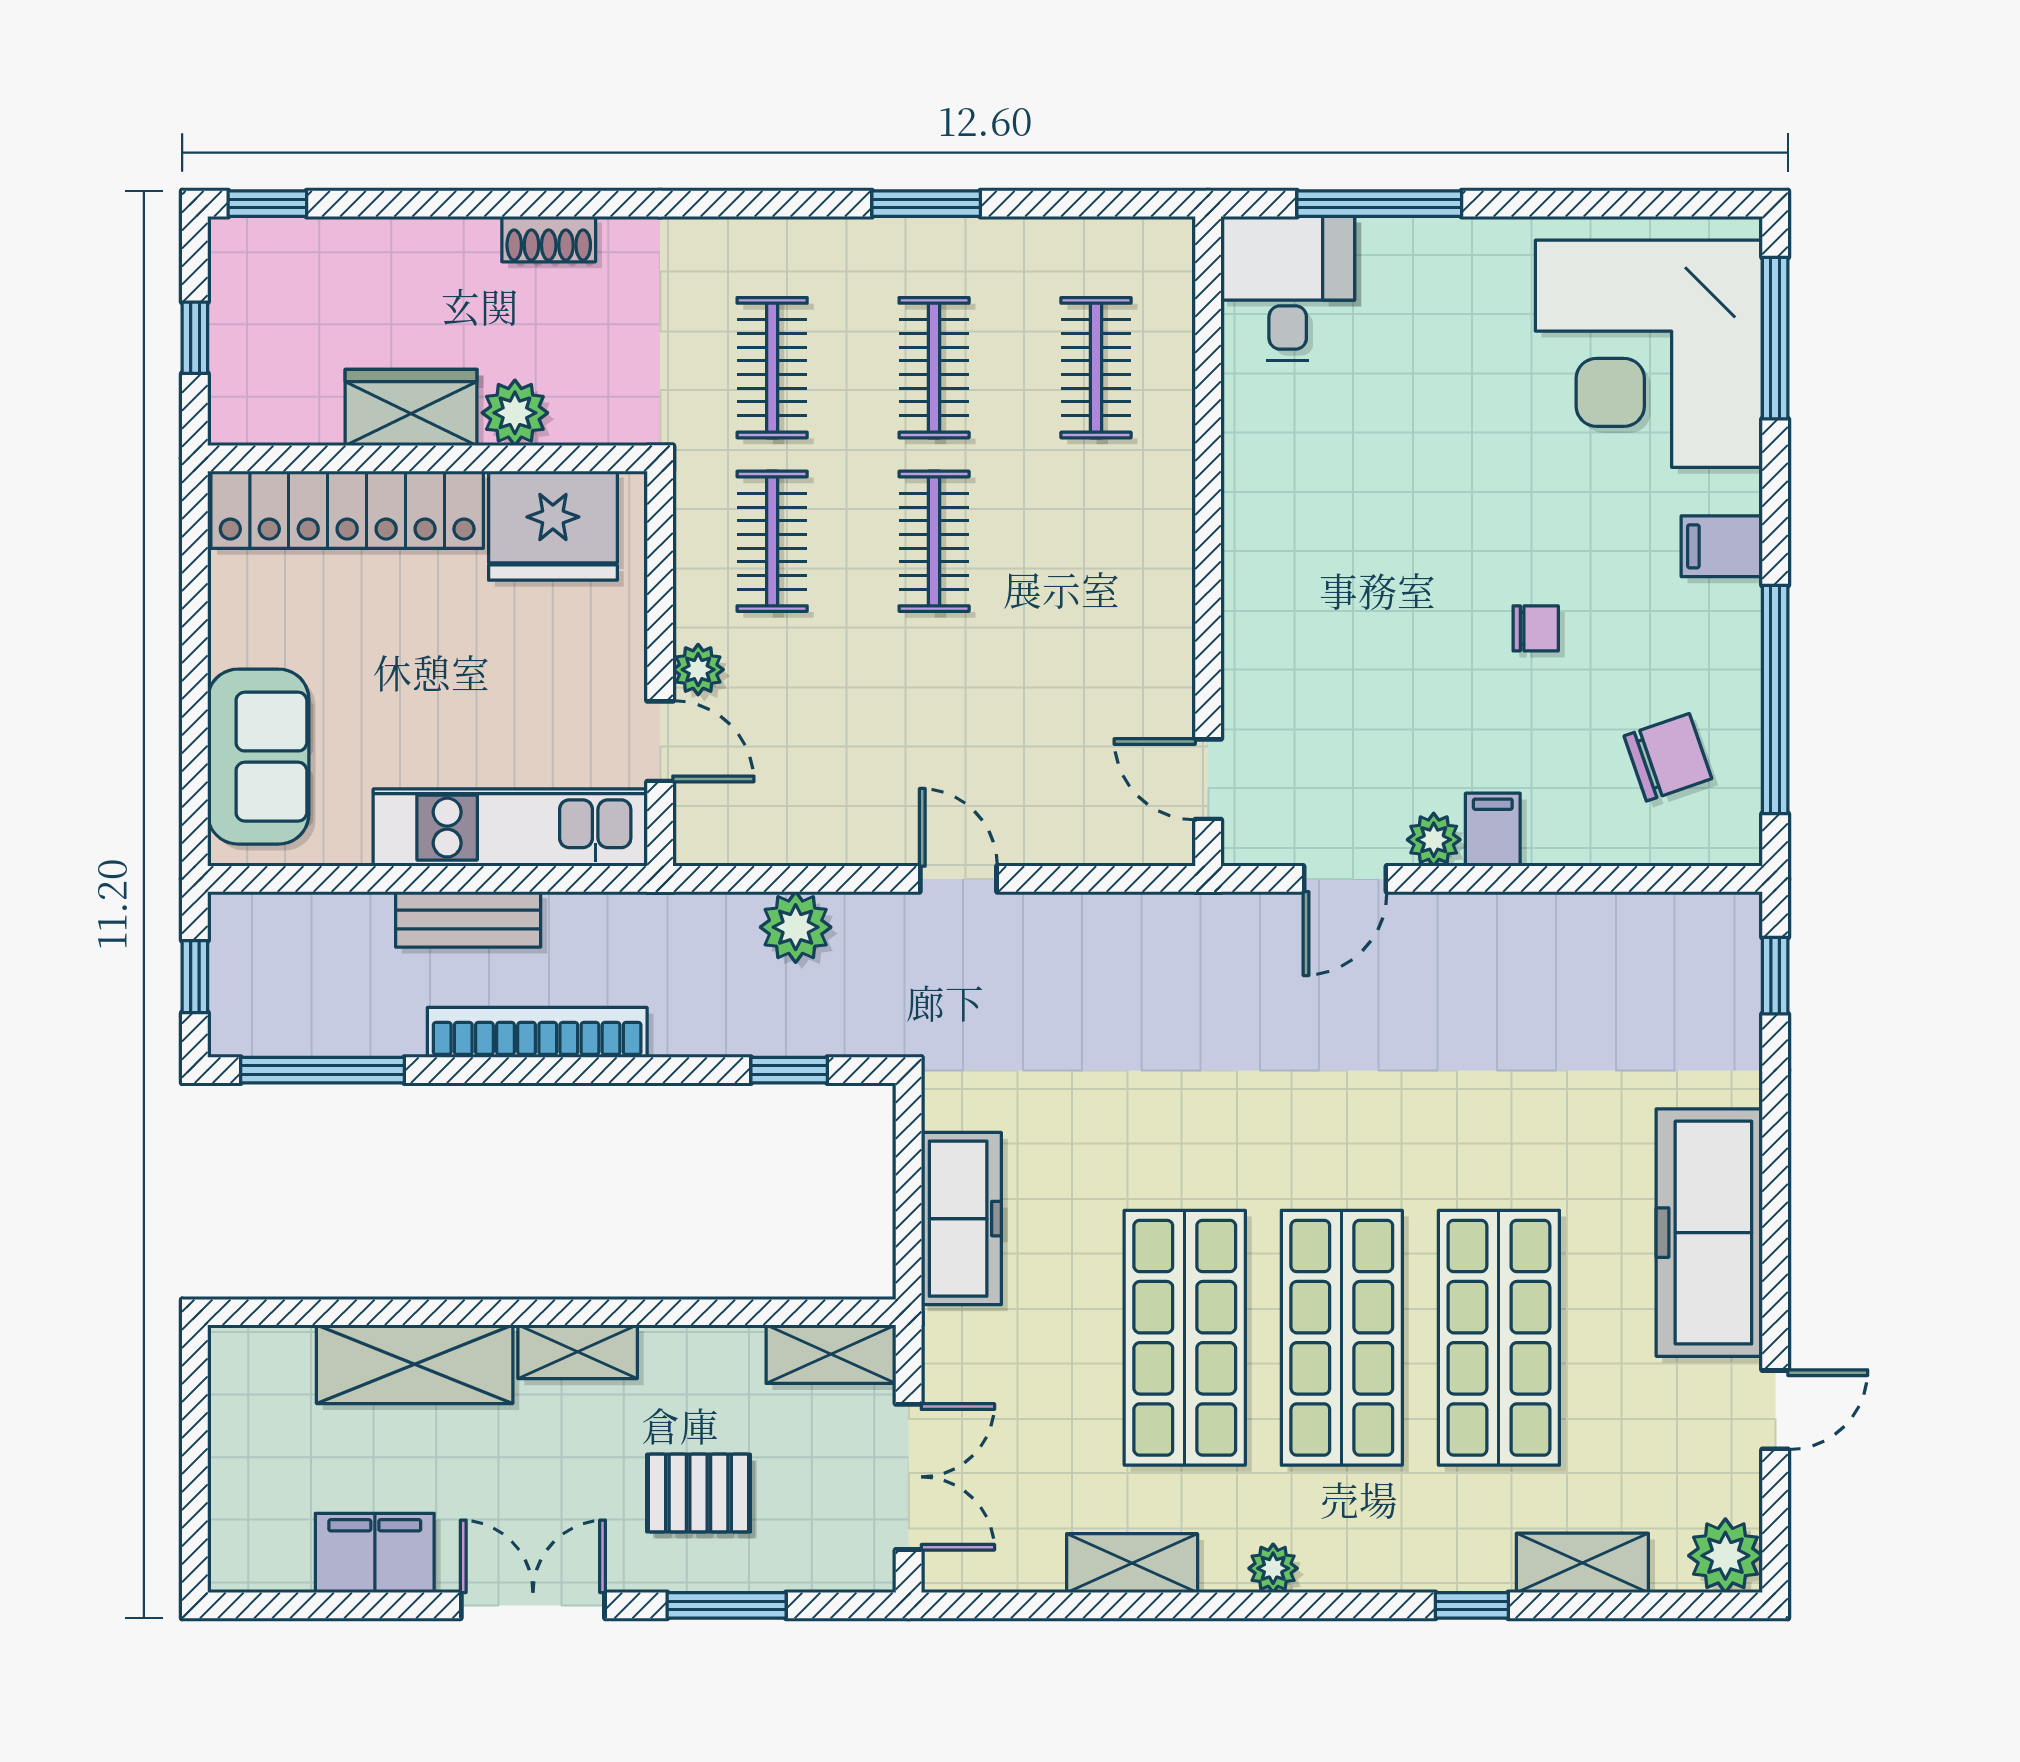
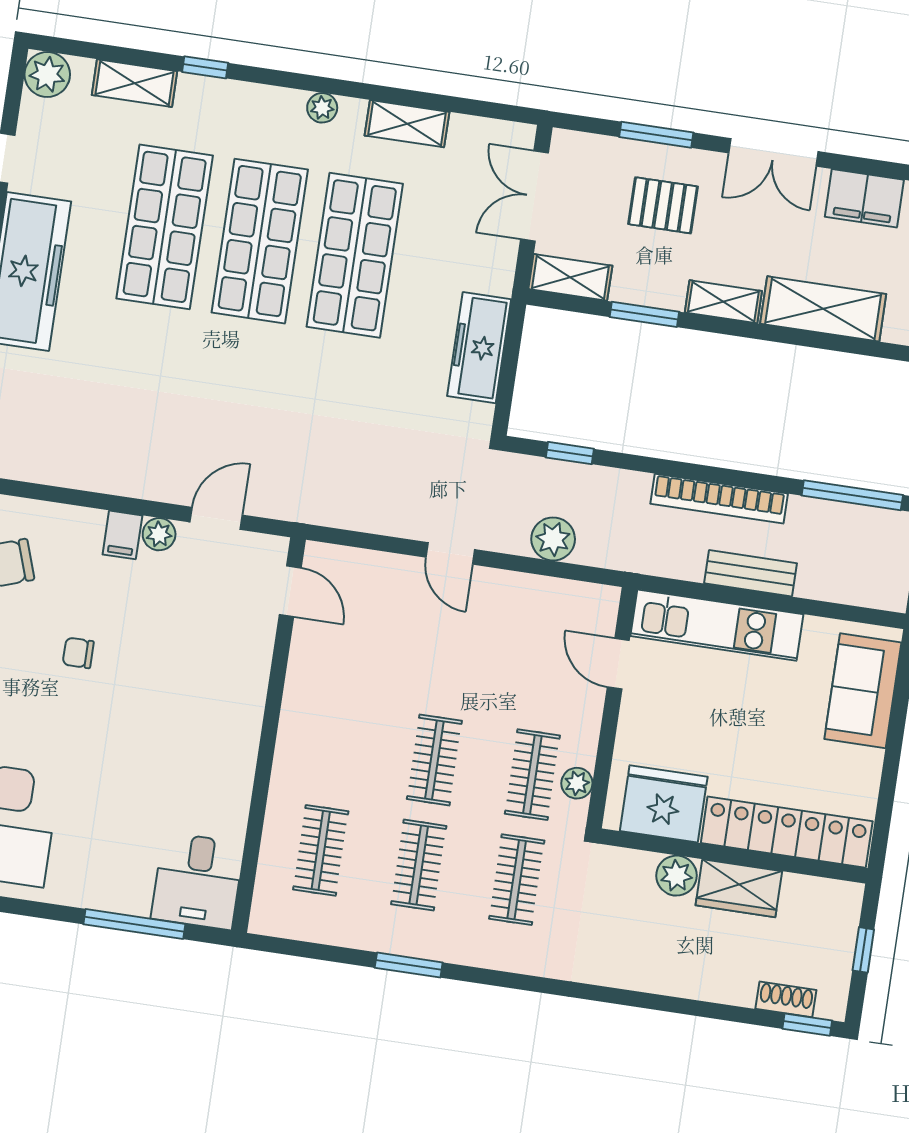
shoe rack: (549, 239) -> (786, 999), moved
plant: (698, 670) -> (577, 783), moved
window: (702, 1312) -> (644, 314), added

